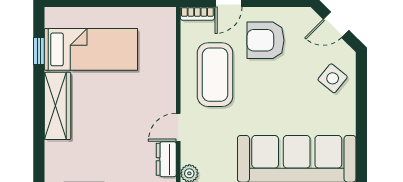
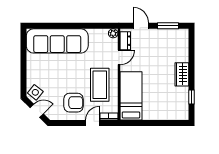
bed: (91, 49) -> (131, 96), moved, turned 90
side table: (333, 78) -> (35, 92), moved
wardrobe: (58, 106) -> (182, 74), width x0.67

